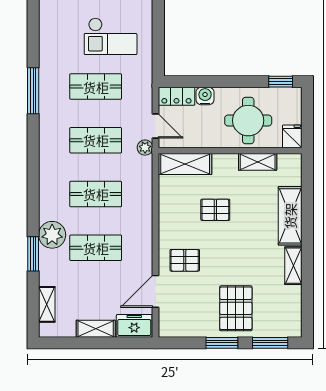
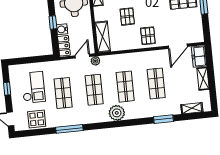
display table: (56, 37) -> (37, 119), added
window: (218, 82) -> (53, 22), added
plant: (52, 235) -> (117, 113), moved
pallet: (185, 260) -> (148, 36), moved
door: (156, 291) -> (178, 46), hinge flipped

